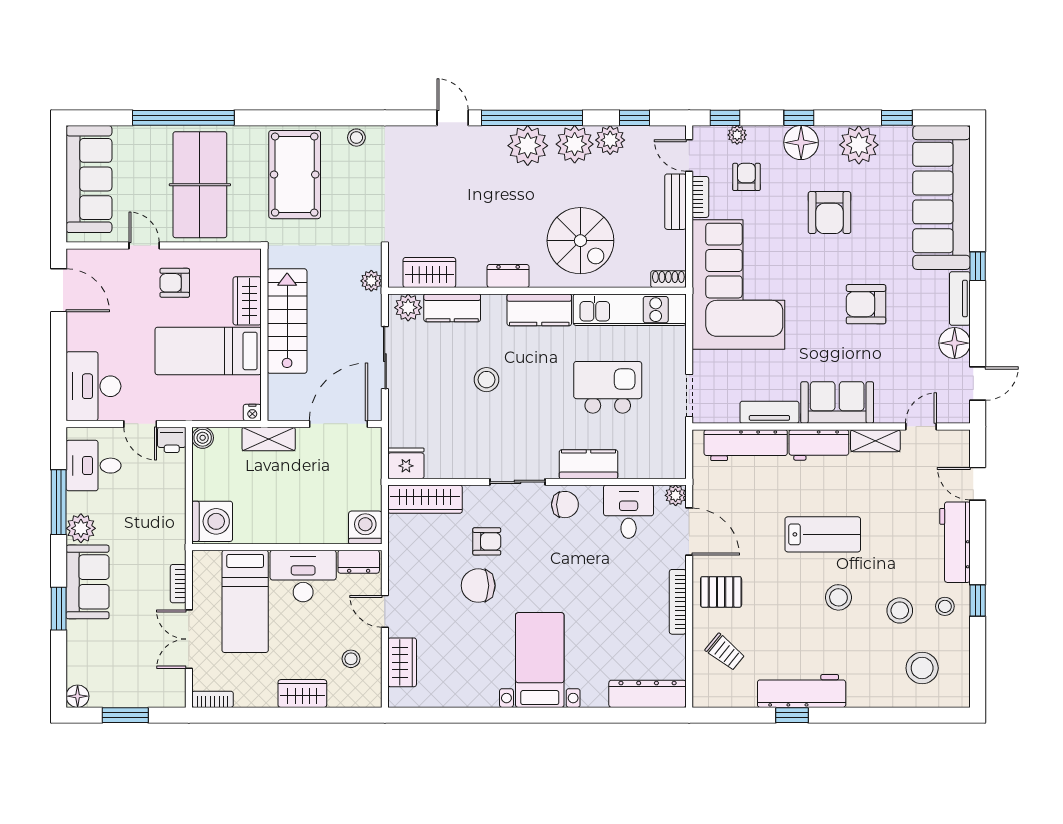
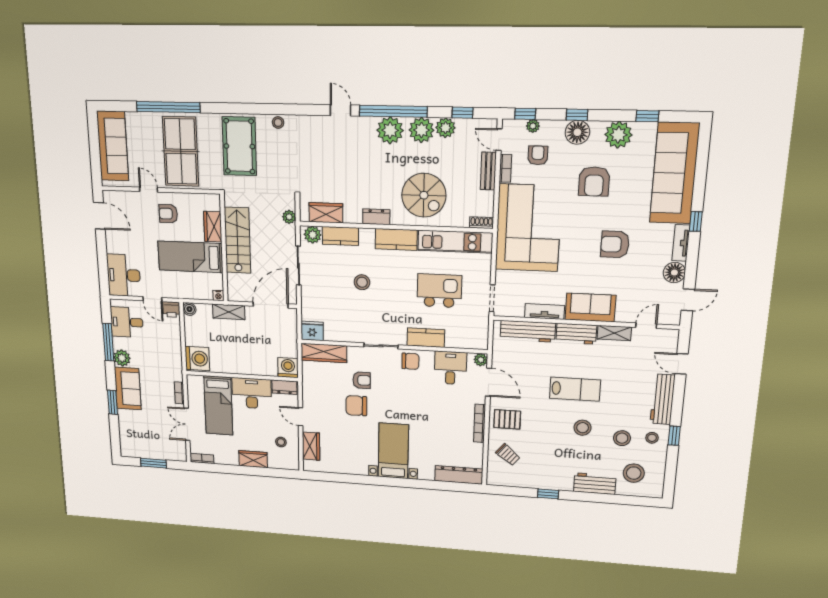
workbench: (802, 691) -> (595, 484), moved, width x0.73
floor lamp: (78, 696) -> (126, 451), removed

